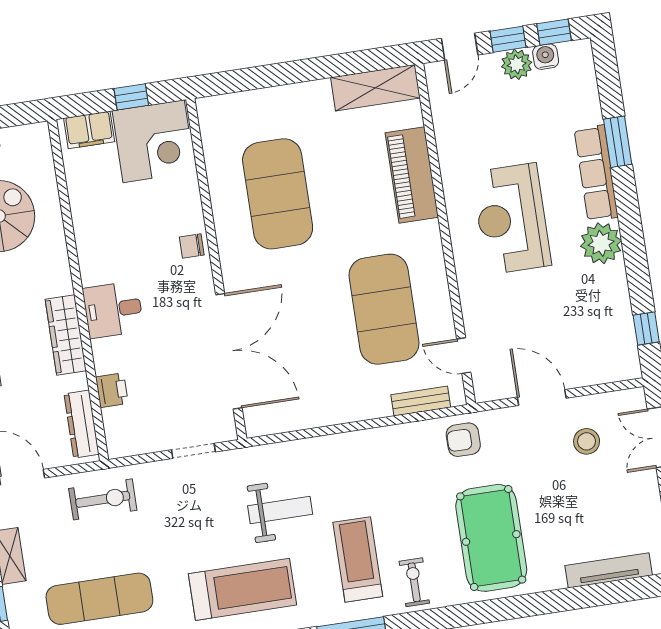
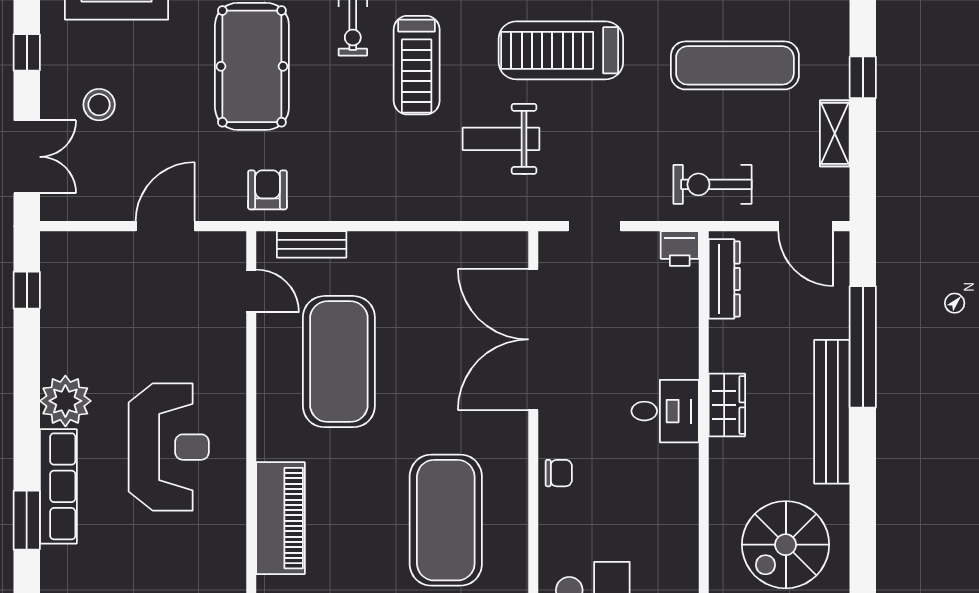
wardrobe: (66, 335) -> (727, 405), width x0.67
printer: (112, 390) -> (680, 248), moved, turned -90
door: (542, 398) -> (165, 226), swing flipped
armchair: (463, 440) -> (267, 190), turned -90
stool: (587, 441) -> (99, 105), moved

